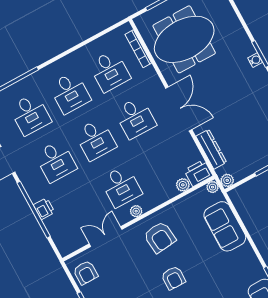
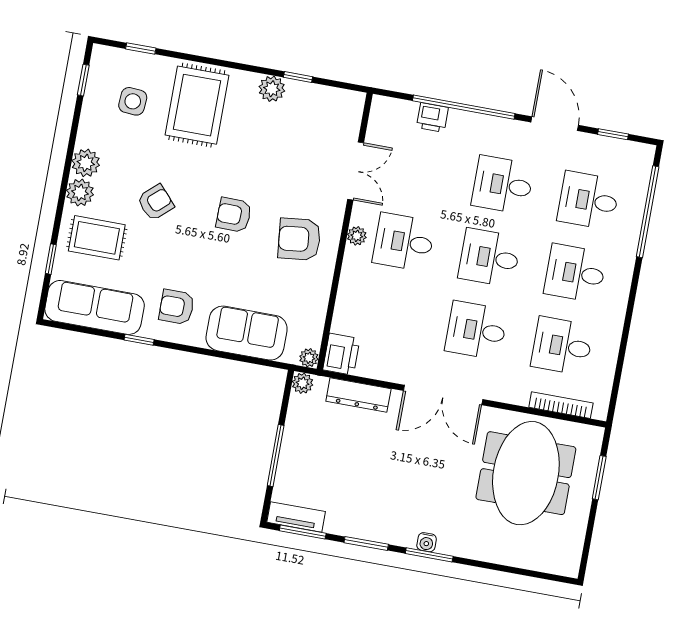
plant: (183, 185) -> (342, 322), removed
printer: (44, 209) -> (432, 117), moved
armchair: (85, 273) -> (177, 307), moved

